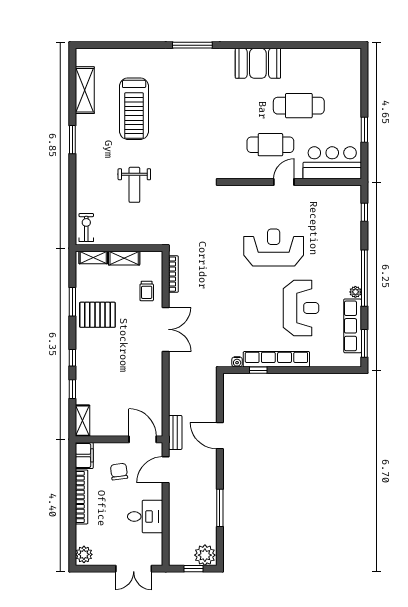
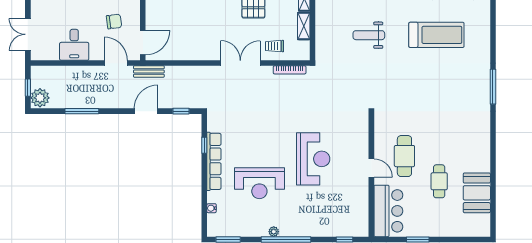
booth: (258, 63) -> (477, 193), moved
cafe table: (299, 106) -> (439, 181), width x0.73, depth x0.74
treadmill: (134, 109) -> (436, 35), turned 180
row of seats: (353, 326) -> (244, 229), removed
double door: (166, 329) -> (240, 63), swing flipped
water cooler: (237, 362) -> (212, 208), moved
window: (220, 396) -> (181, 111), added

